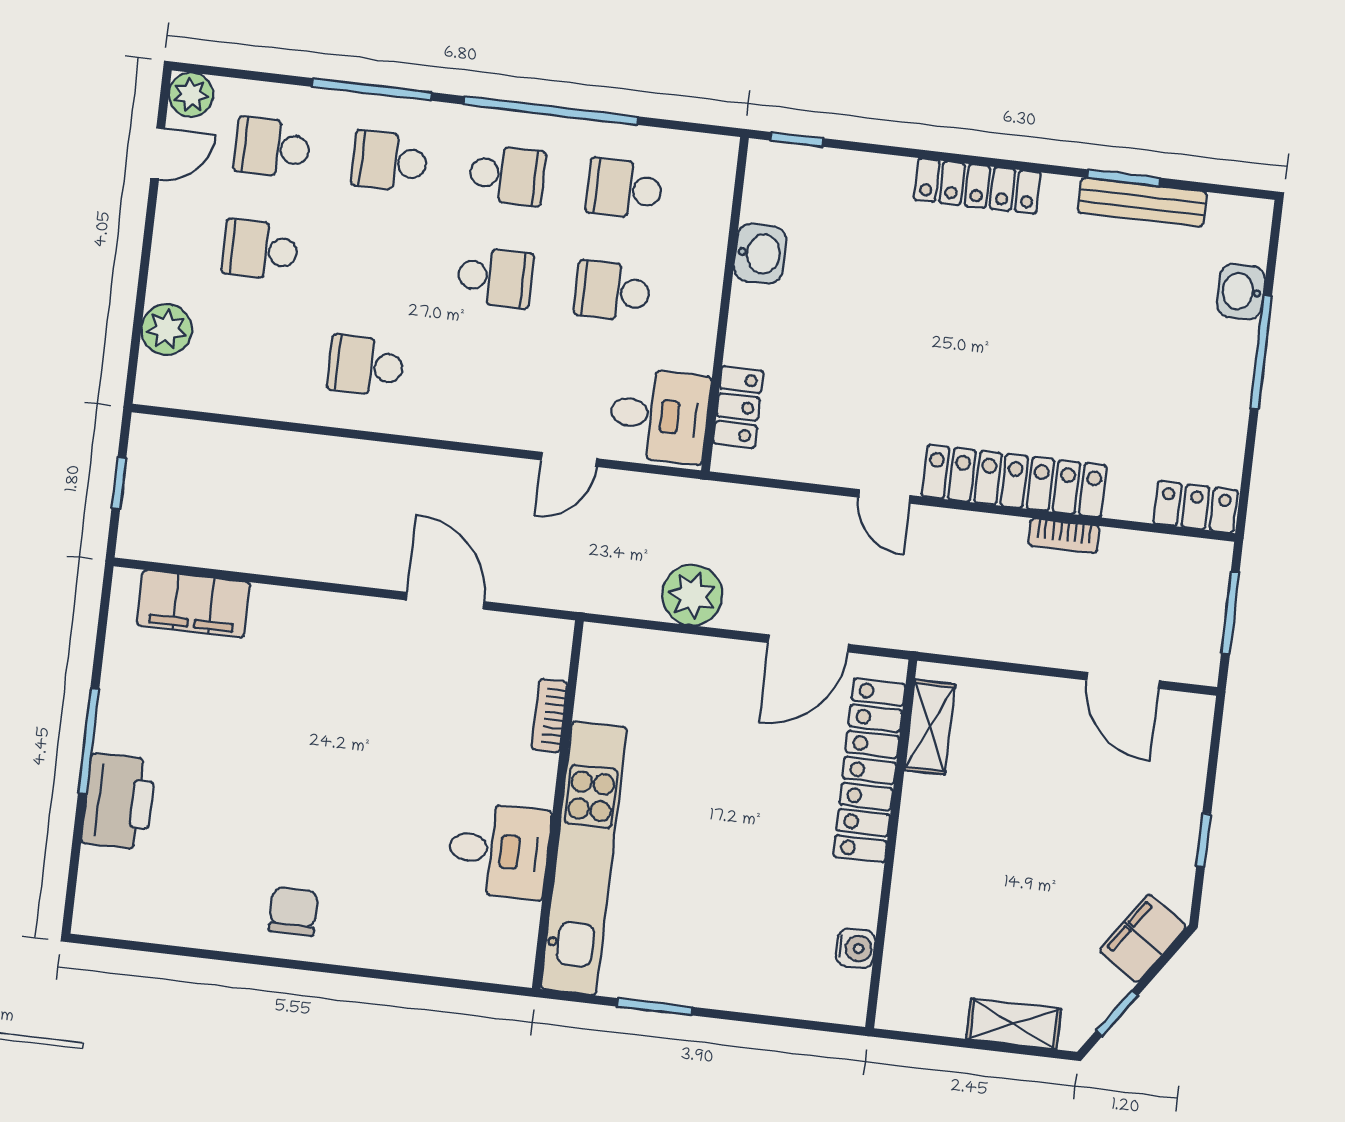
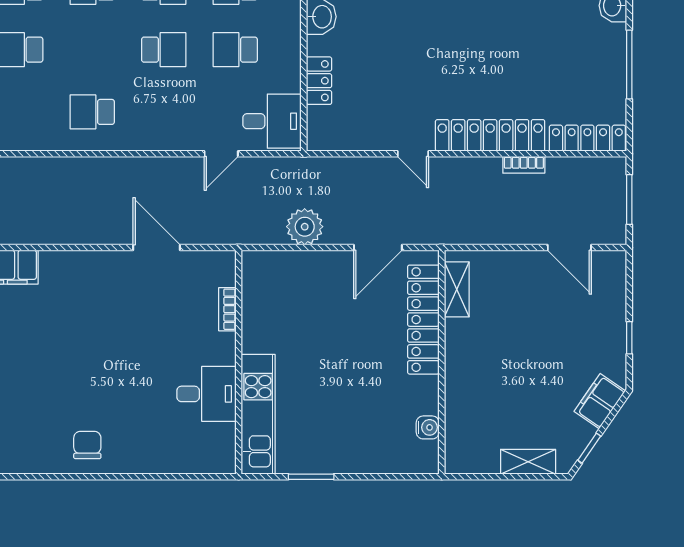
window: (1261, 352) -> (629, 64), moved
locker: (738, 407) -> (319, 81), moved
locker: (1196, 507) -> (587, 138), width x1.53
kitchen unit: (584, 858) -> (258, 414), width x0.73

